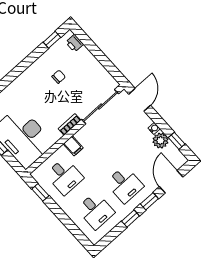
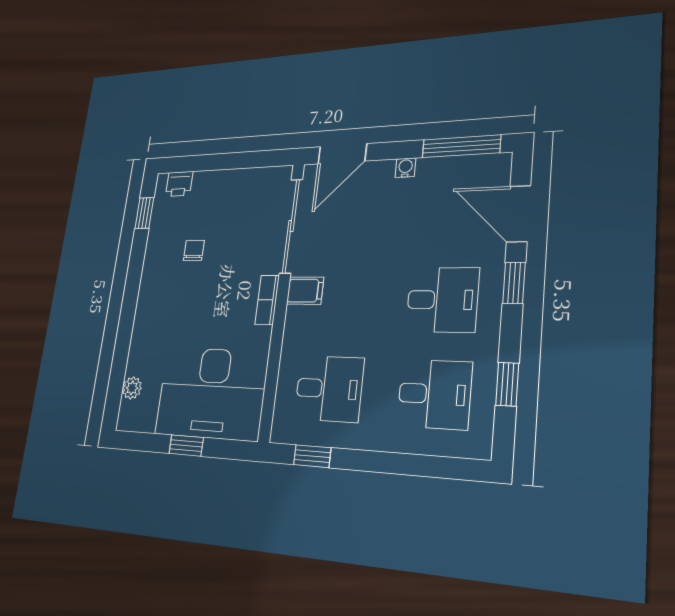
door: (140, 100) -> (342, 154), swing flipped
plant: (160, 141) -> (434, 174), removed
window: (177, 141) -> (461, 146), width x2.17
filing cabinet: (73, 146) -> (305, 291), moved
window: (131, 218) -> (507, 384), moved

